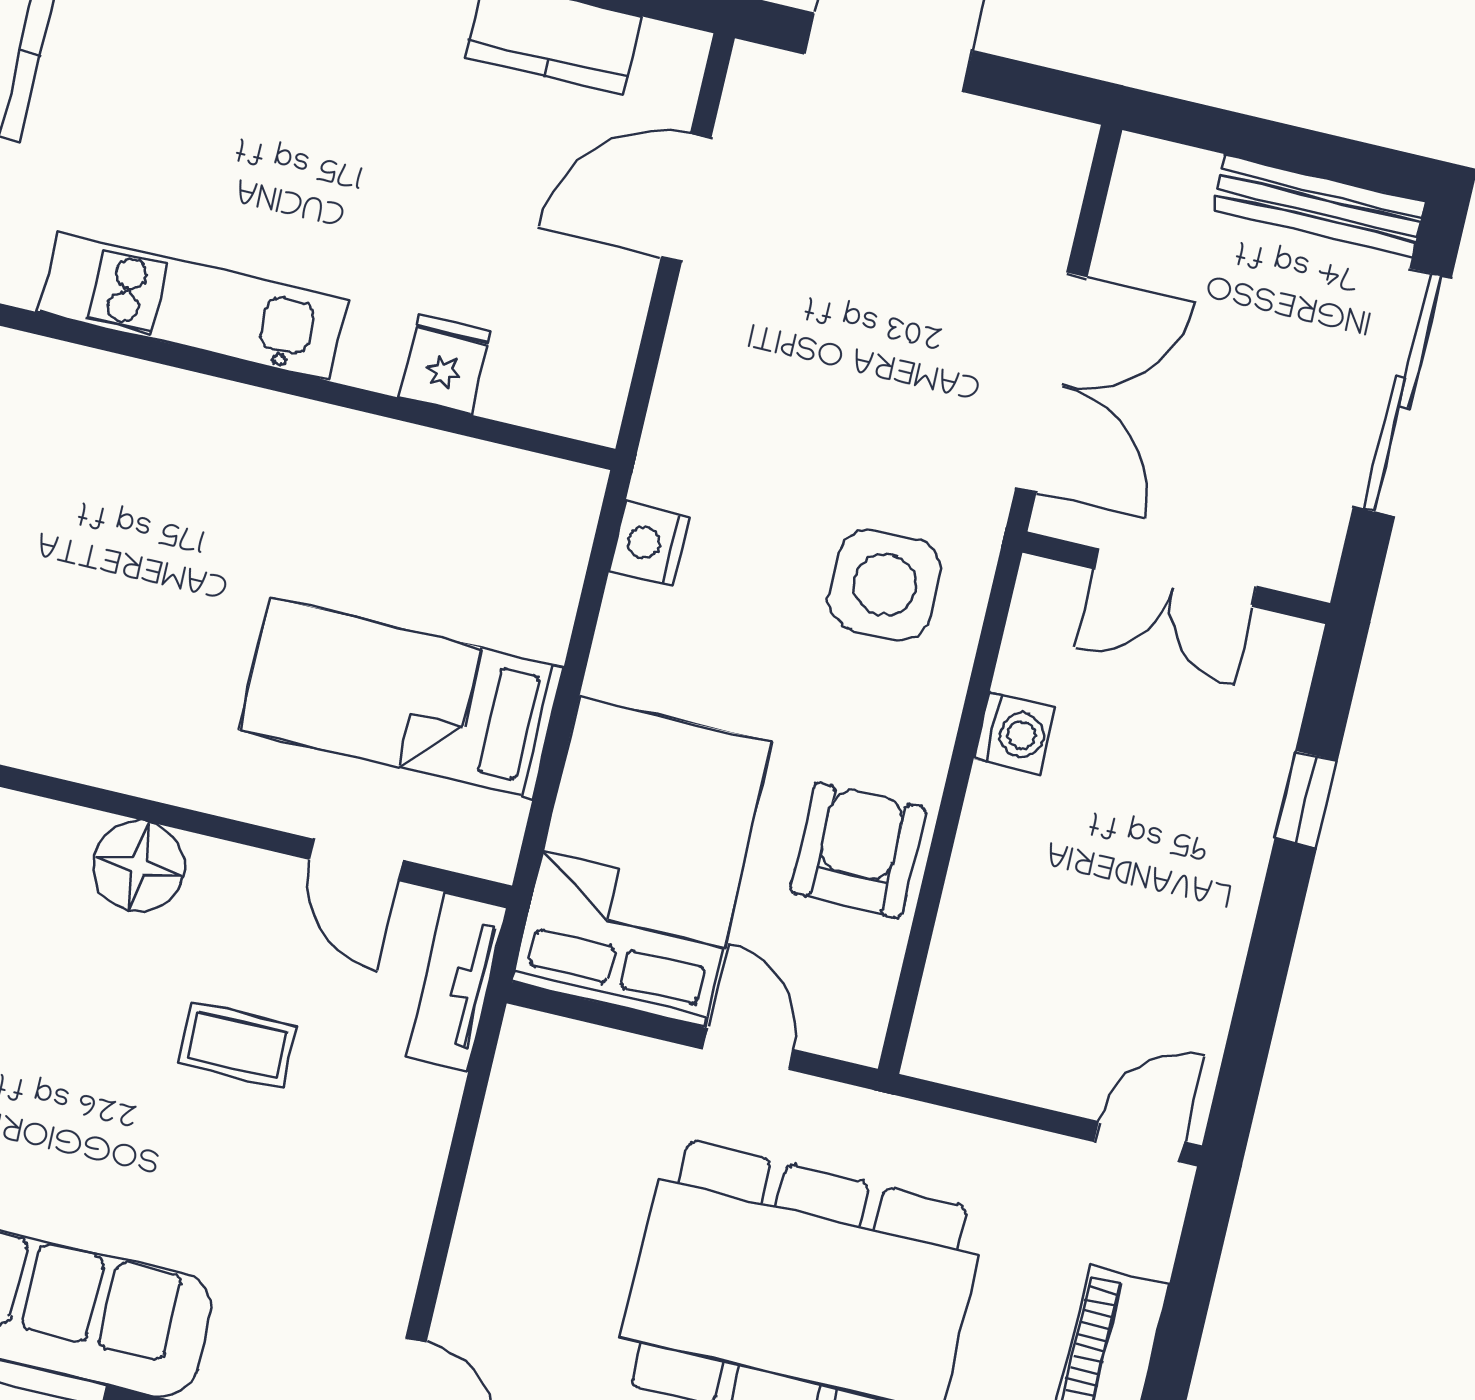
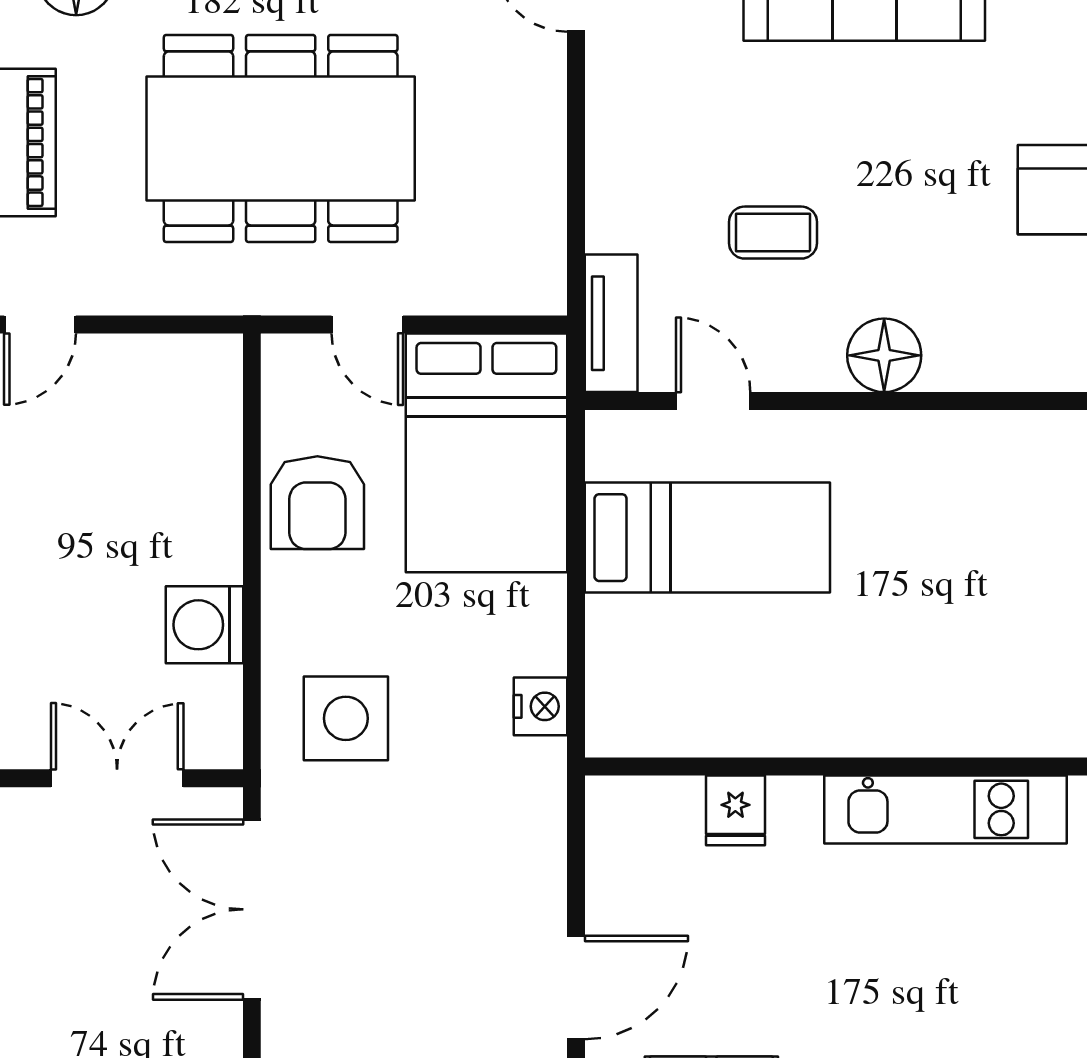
washing machine: (1015, 733) -> (204, 625), width x1.38, depth x1.38

